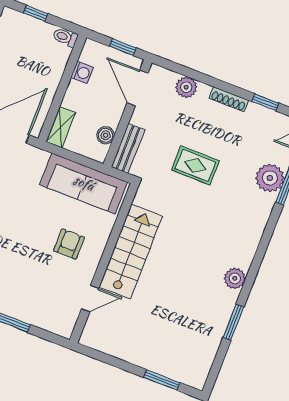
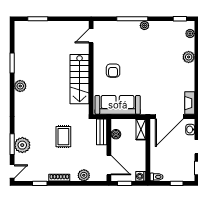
washing machine: (82, 72) -> (141, 176), moved
rug: (195, 165) -> (63, 137), turned 90
door: (90, 299) -> (91, 36), moved

